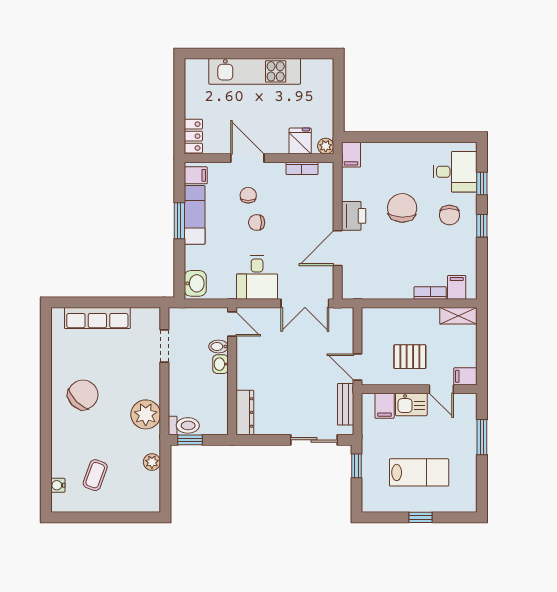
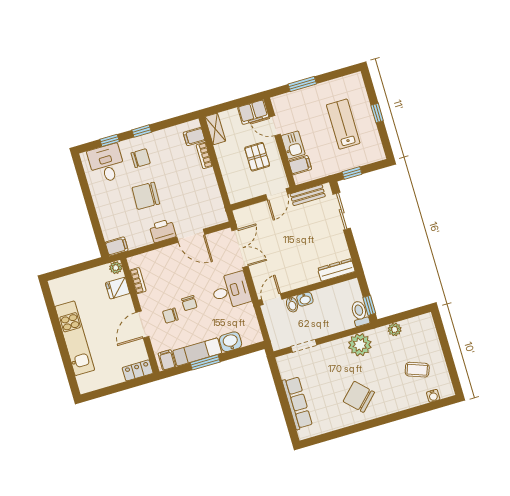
washbasin: (195, 283) -> (231, 342), moved
filing cabinet: (465, 376) -> (253, 112), width x2.00
door: (441, 389) -> (275, 126), swing flipped

